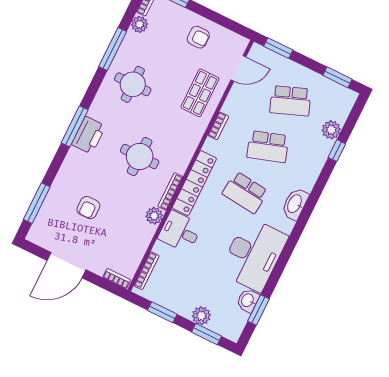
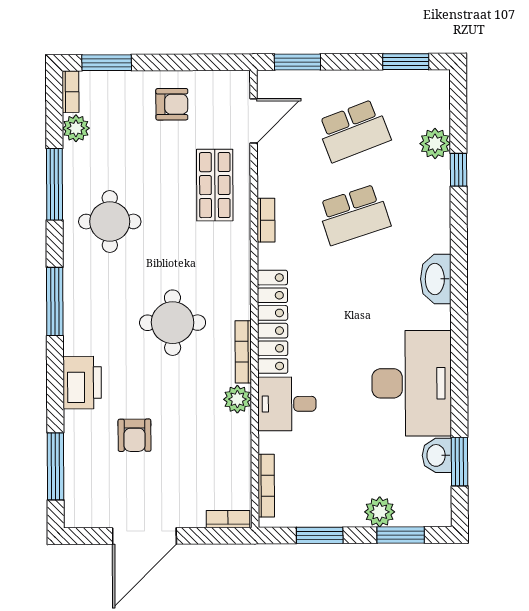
window: (75, 126) -> (55, 302), moved
printer: (89, 135) -> (82, 383), moved
school desk: (245, 192) -> (354, 299), removed

